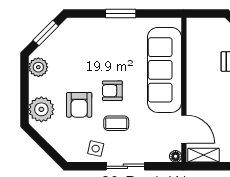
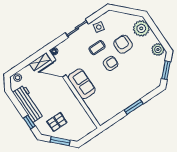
sofa: (165, 70) -> (82, 84), width x0.54, depth x0.79

